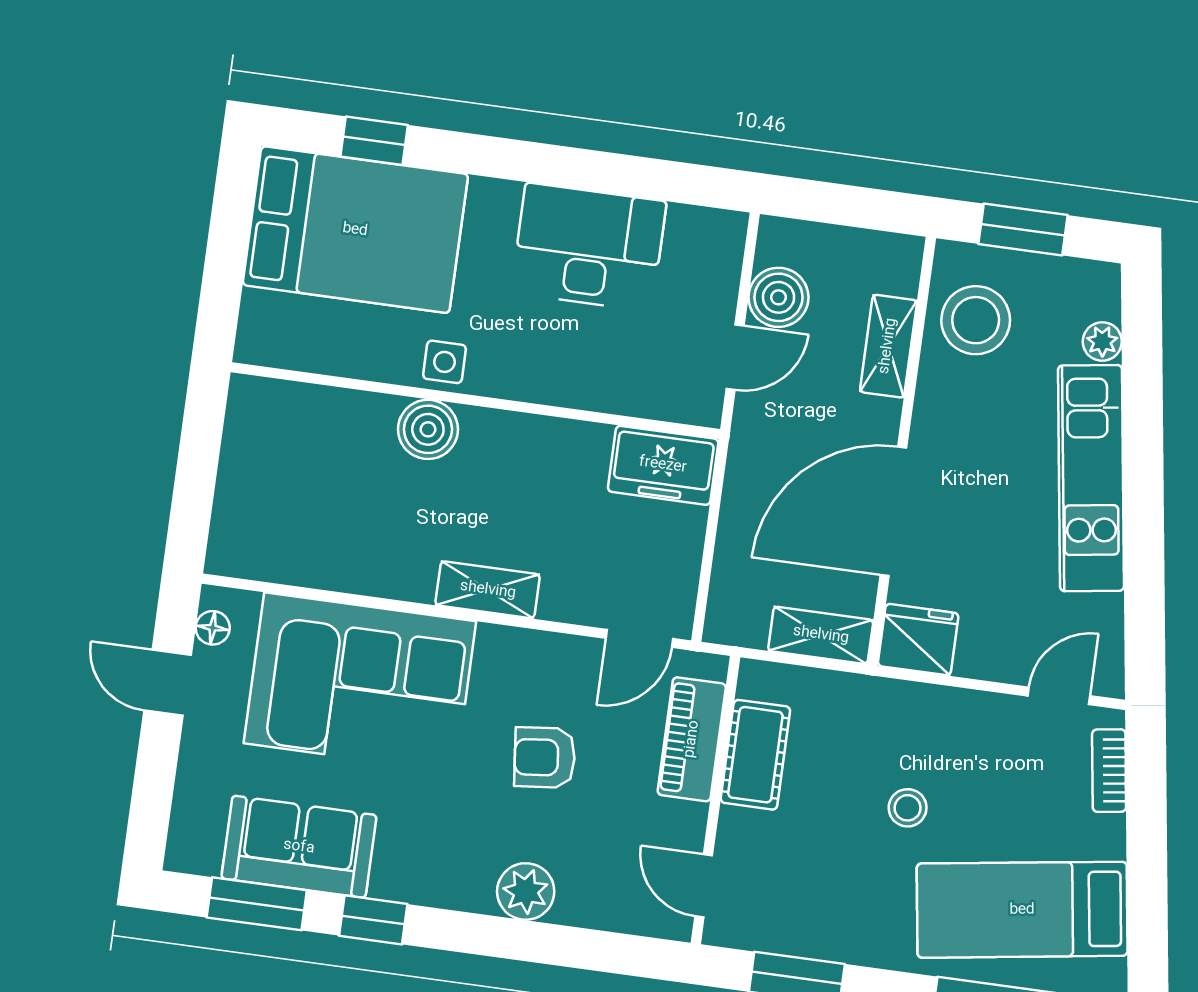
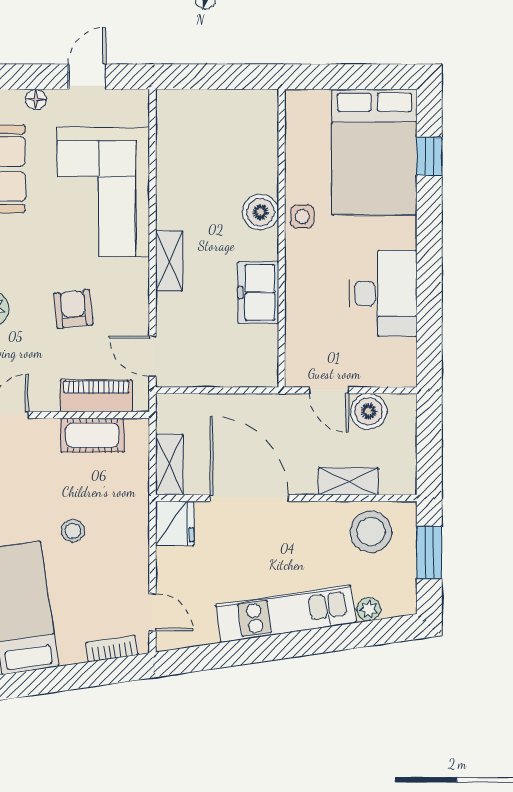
freezer: (663, 465) -> (258, 292), moved
floor lamp: (213, 628) -> (36, 99), moved

